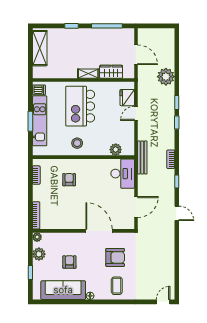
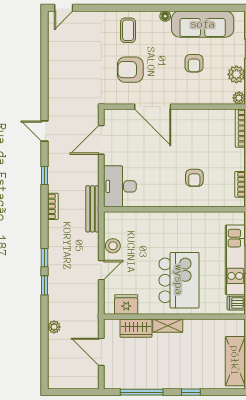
plant: (166, 77) -> (54, 327), width x0.53, depth x0.53
fridge: (127, 98) -> (126, 304), moved, turned -90
stool: (77, 143) -> (113, 246), moved
plant: (116, 150) -> (130, 220), removed

